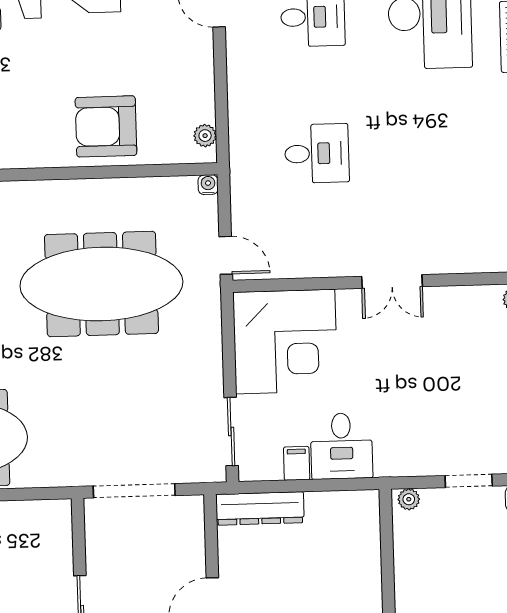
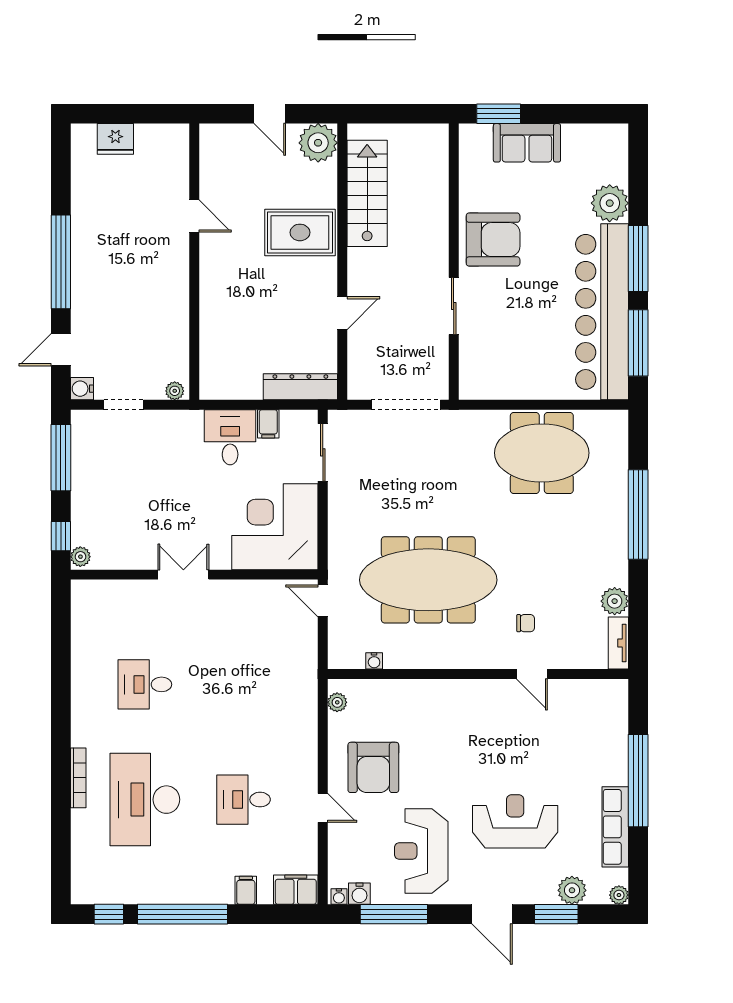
armchair: (106, 126) -> (373, 767), moved, turned 90
desk: (317, 153) -> (145, 684), moved
water cooler: (208, 185) -> (374, 661), moved

